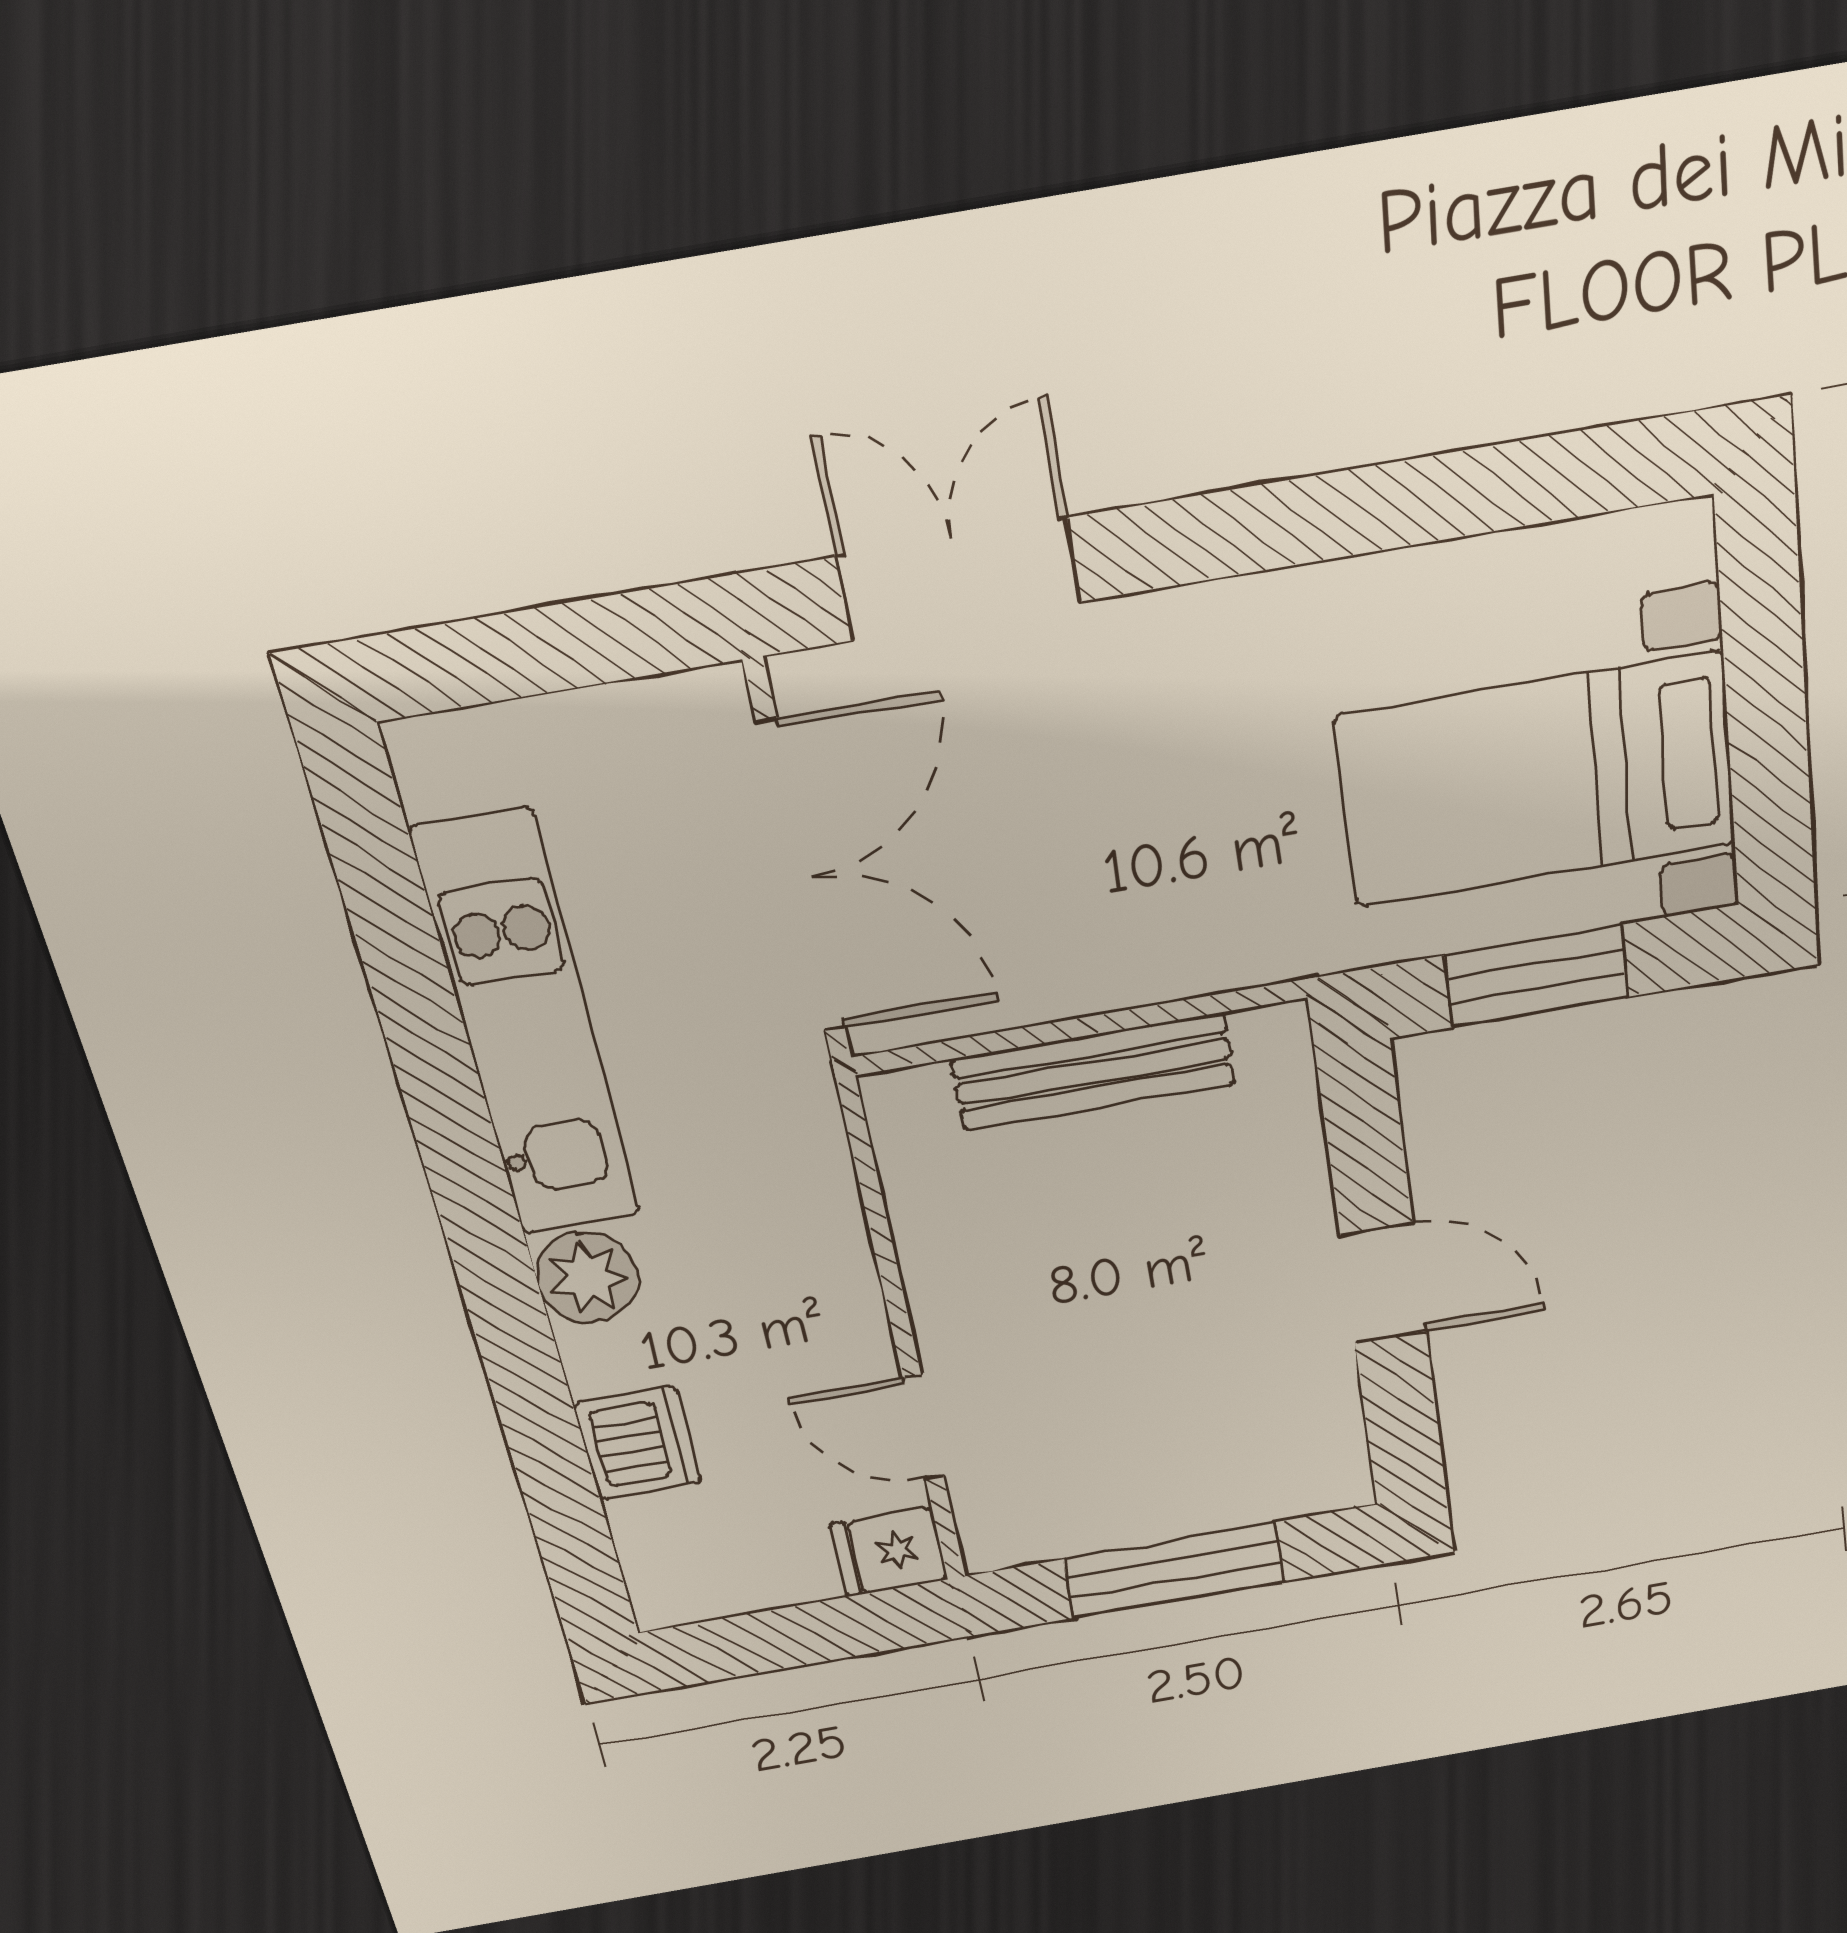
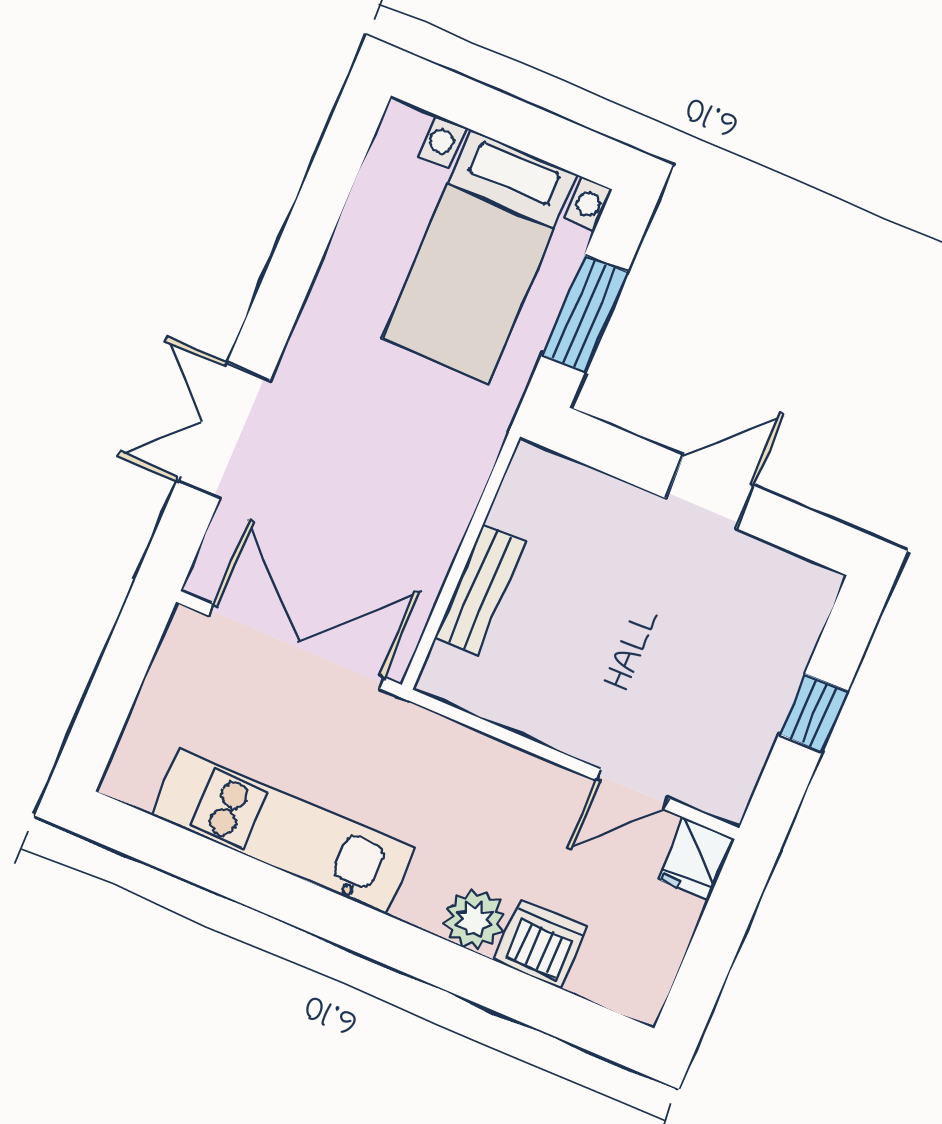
double door: (959, 580) -> (223, 431), moved
bench: (1093, 1072) -> (480, 590), width x0.73
plant: (587, 1277) -> (474, 919), moved
window: (1174, 1570) -> (813, 712), width x0.46

